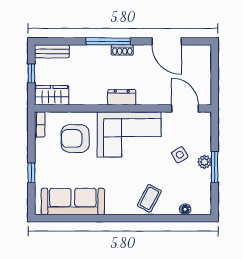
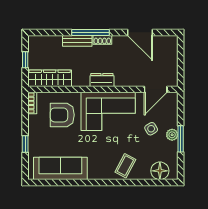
bench: (52, 51) -> (77, 41), moved
wardrobe: (52, 95) -> (50, 78), width x1.50
door: (185, 108) -> (156, 89), swing flipped
floor lamp: (185, 209) -> (160, 171), width x1.89, depth x1.89

